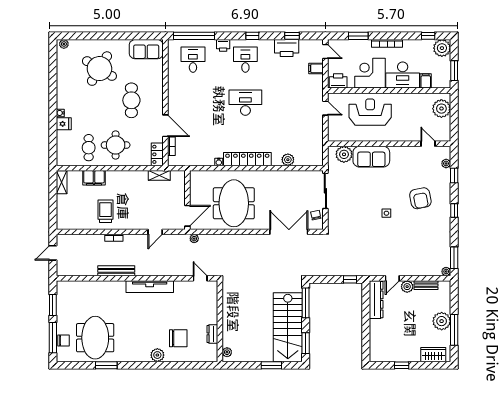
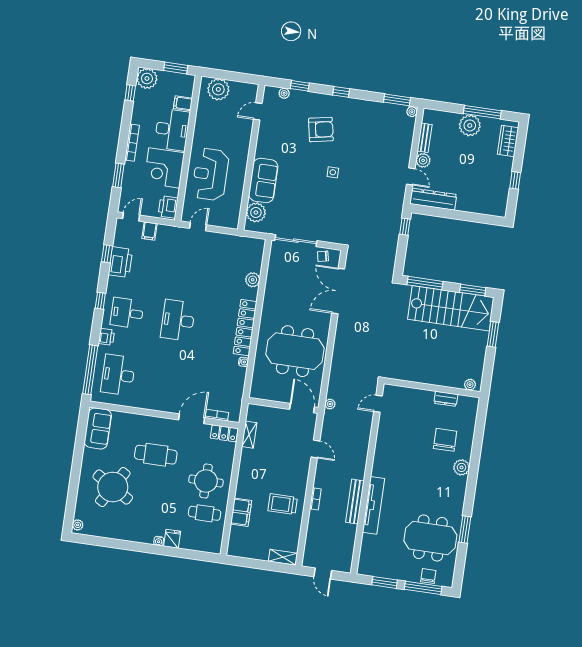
desk: (193, 60) -> (118, 375), width x1.37
shelving: (62, 182) -> (283, 557), moved
tv unit: (150, 287) -> (373, 505), moved

